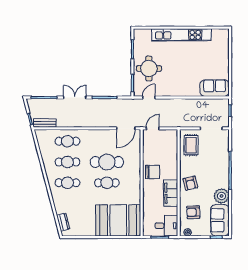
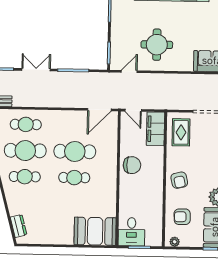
round table: (149, 68) -> (157, 45), moved
door: (153, 128) -> (133, 110), swing flipped
cafe table: (67, 162) -> (25, 151), width x1.37, depth x1.35
filing cabinet: (171, 193) -> (156, 129), moved
booth: (118, 220) -> (95, 231), width x0.73, depth x0.70
desk: (166, 226) -> (131, 232), moved, turned 90

